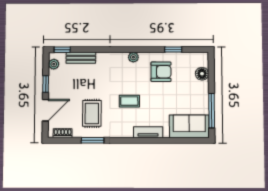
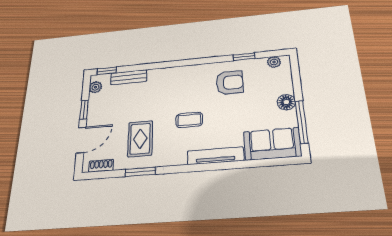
plant: (133, 57) -> (274, 62), moved
floor lamp: (202, 74) -> (286, 102), moved
tv unit: (148, 132) -> (215, 156), width x1.41

